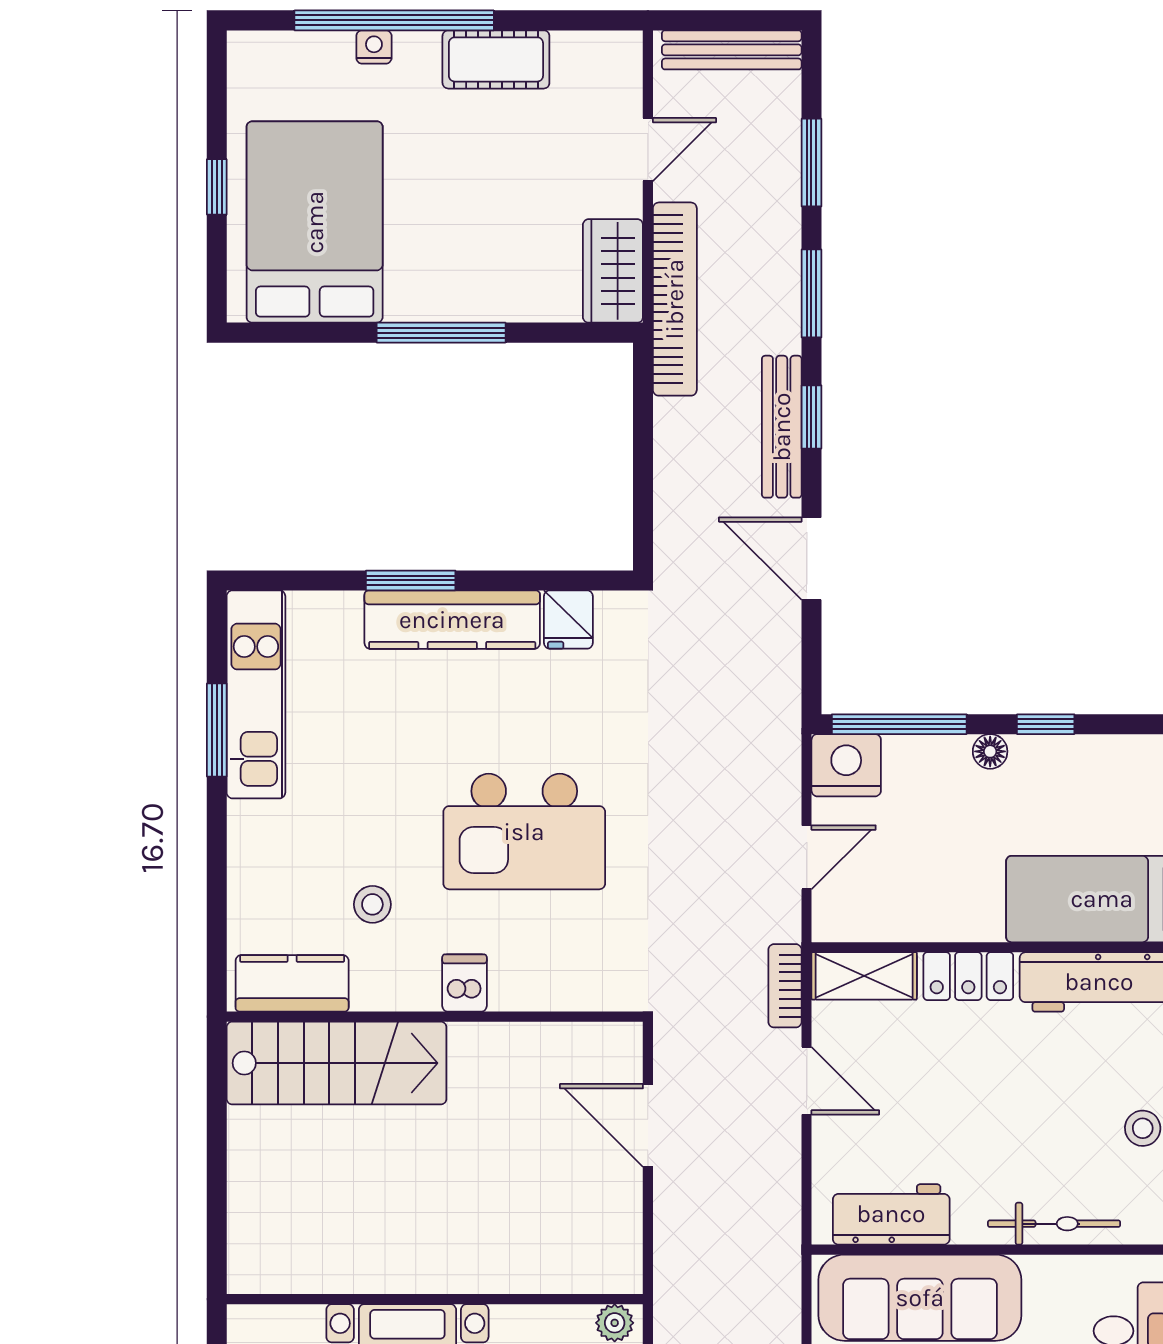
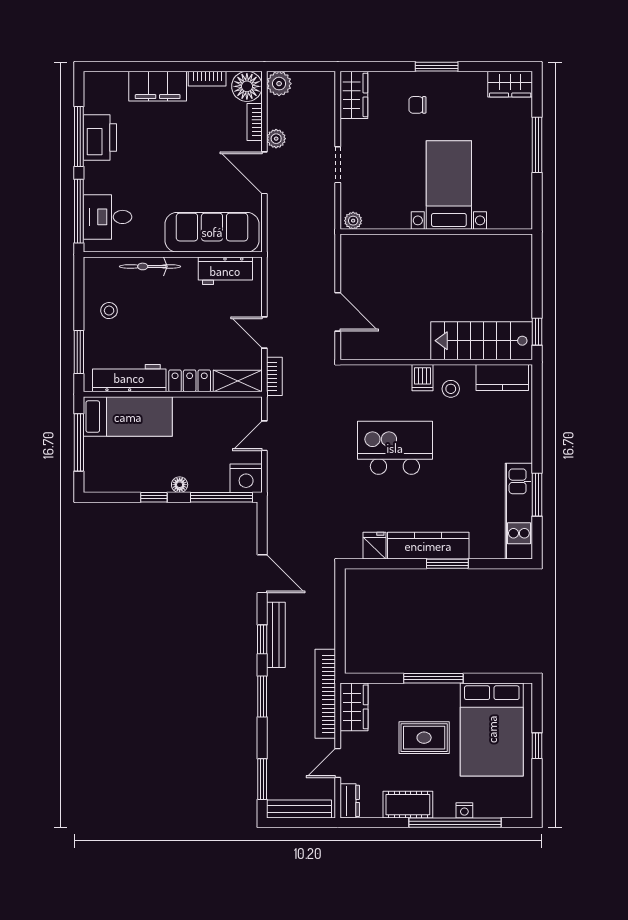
dresser: (622, 67) -> (350, 801), added
window: (811, 163) -> (262, 779), moved
rug: (461, 204) -> (424, 738), added
stool: (372, 904) -> (451, 389), moved
window: (217, 1083) -> (537, 332), added

